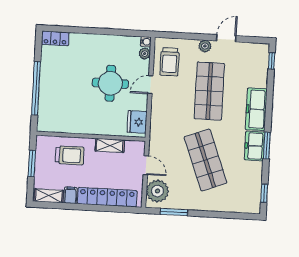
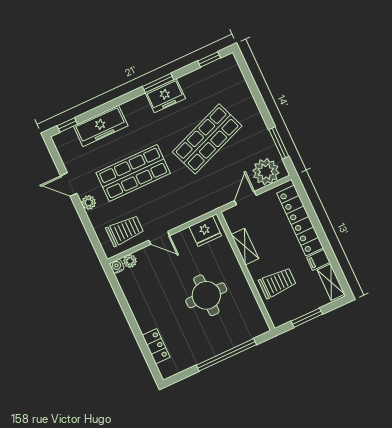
locker: (55, 38) -> (156, 346), moved
round table: (110, 83) -> (206, 295), moved
freezer: (256, 109) -> (101, 126), moved
trolley: (70, 155) -> (277, 283), turned 90

